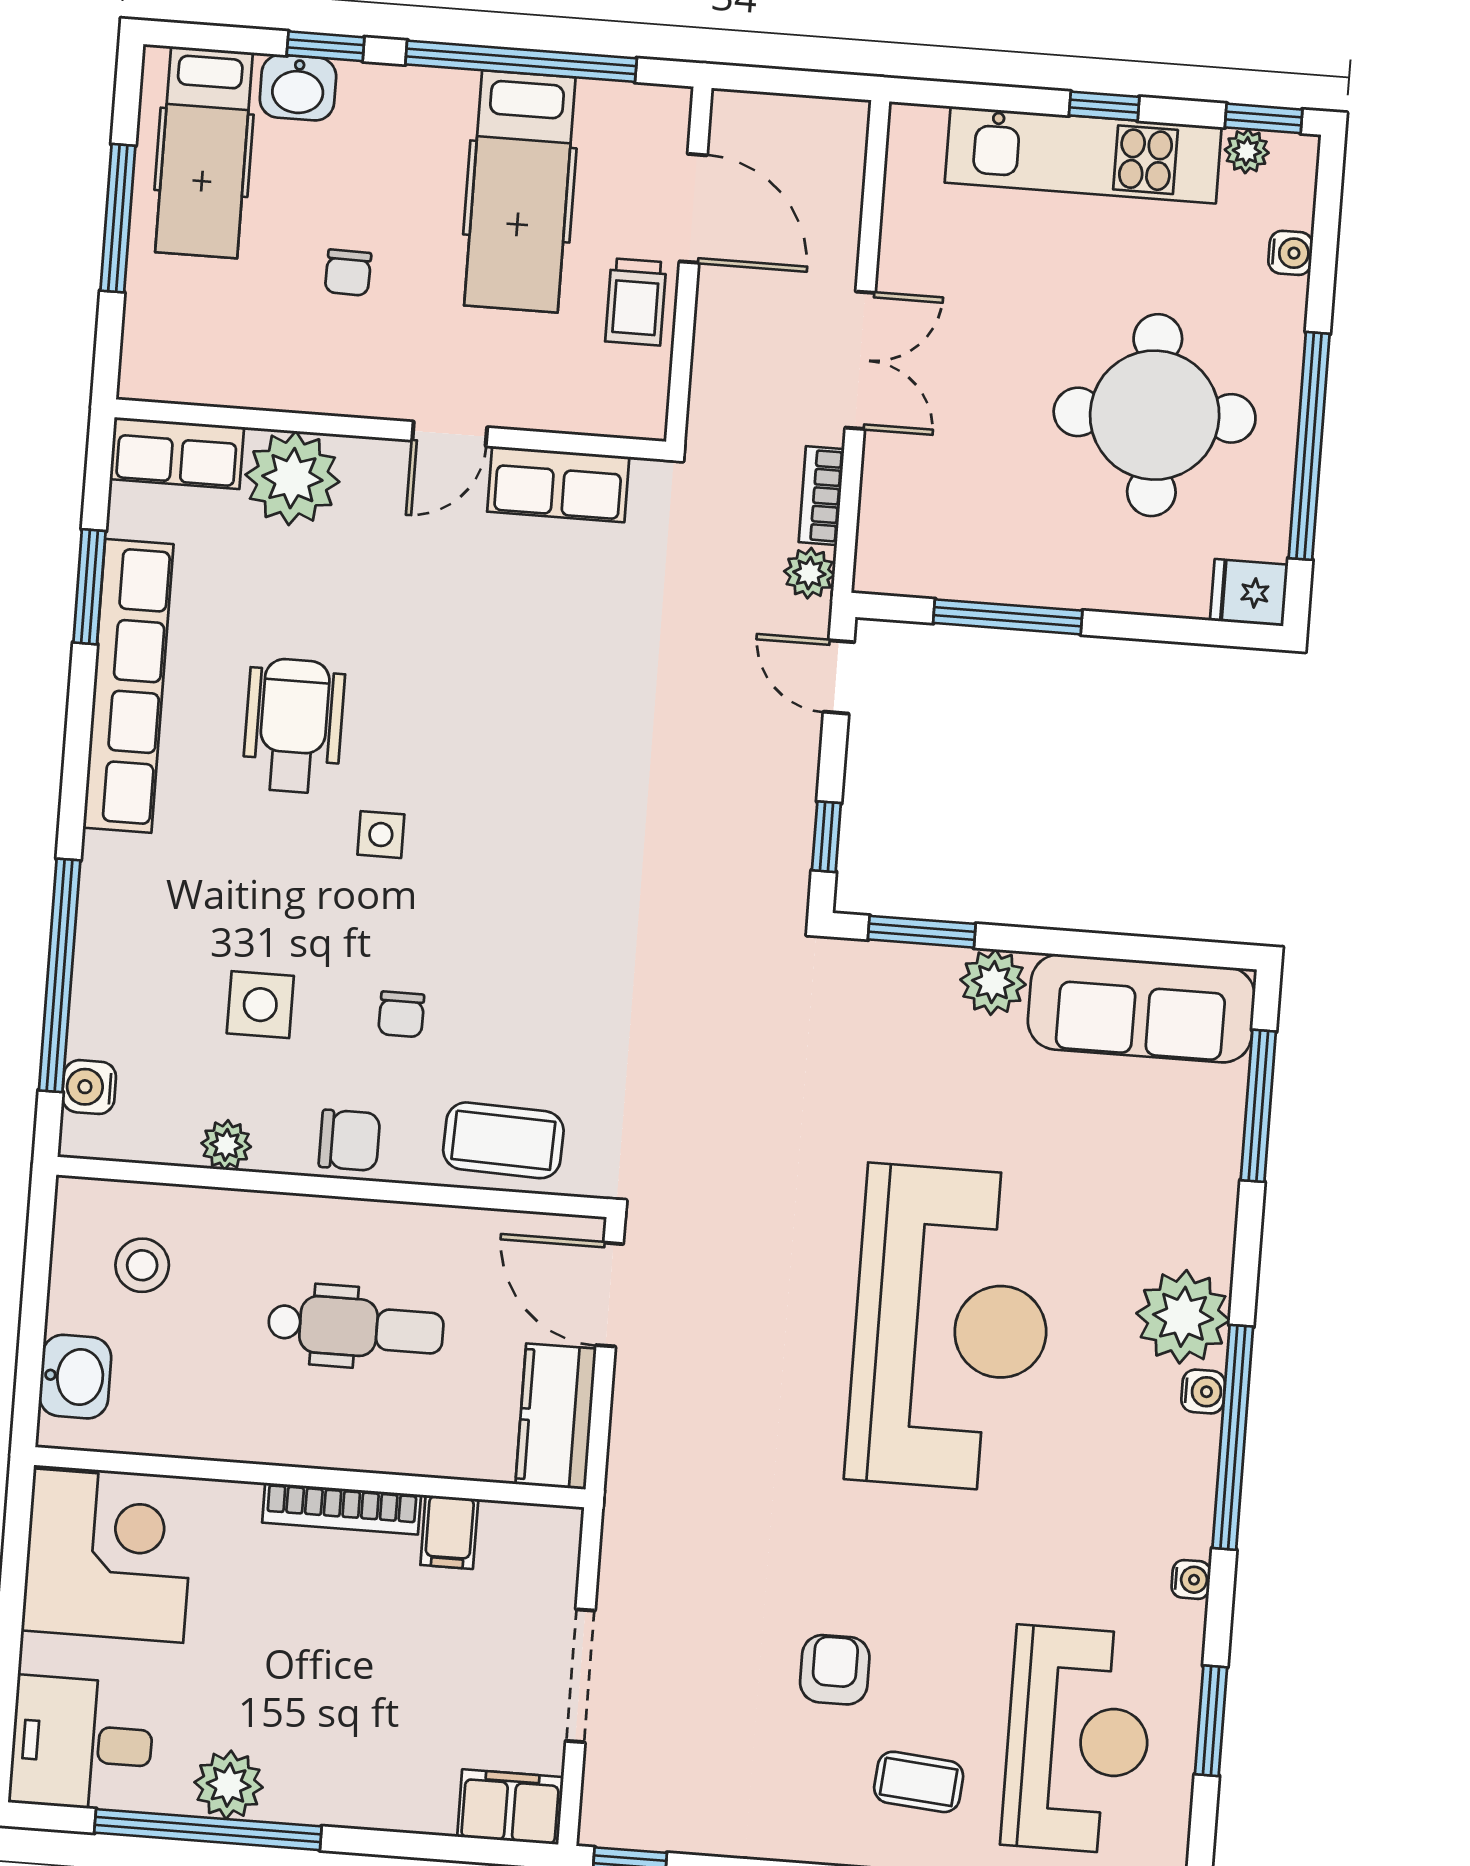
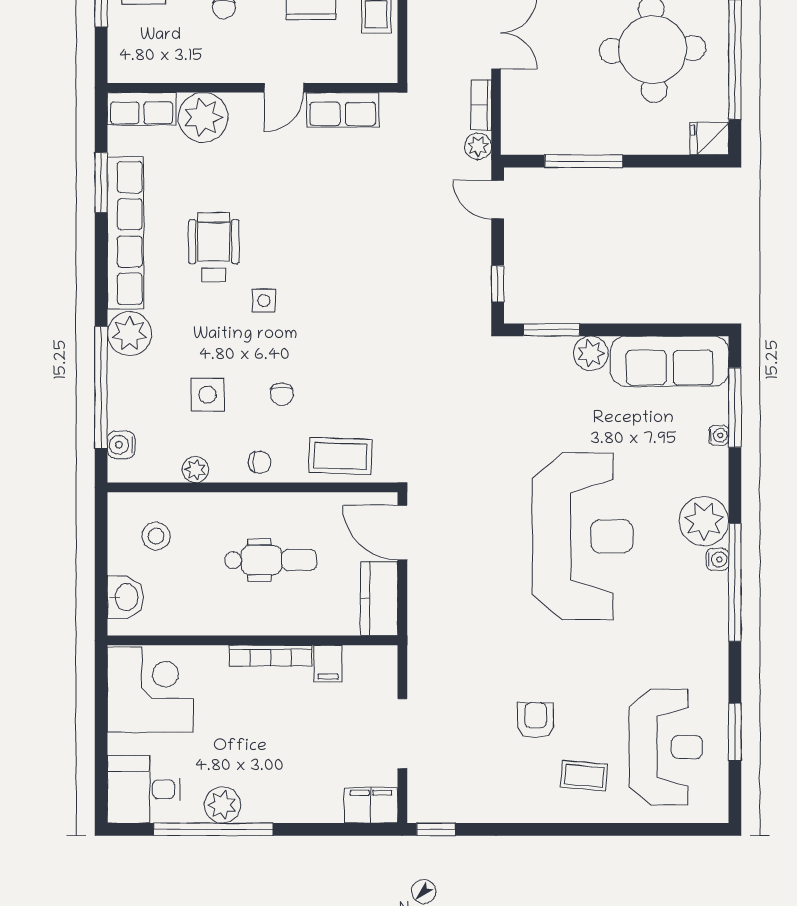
plant: (121, 878) -> (129, 334), added
chair: (349, 1140) -> (260, 462), width x0.73, depth x0.73
water cooler: (1191, 1579) -> (719, 435), moved

